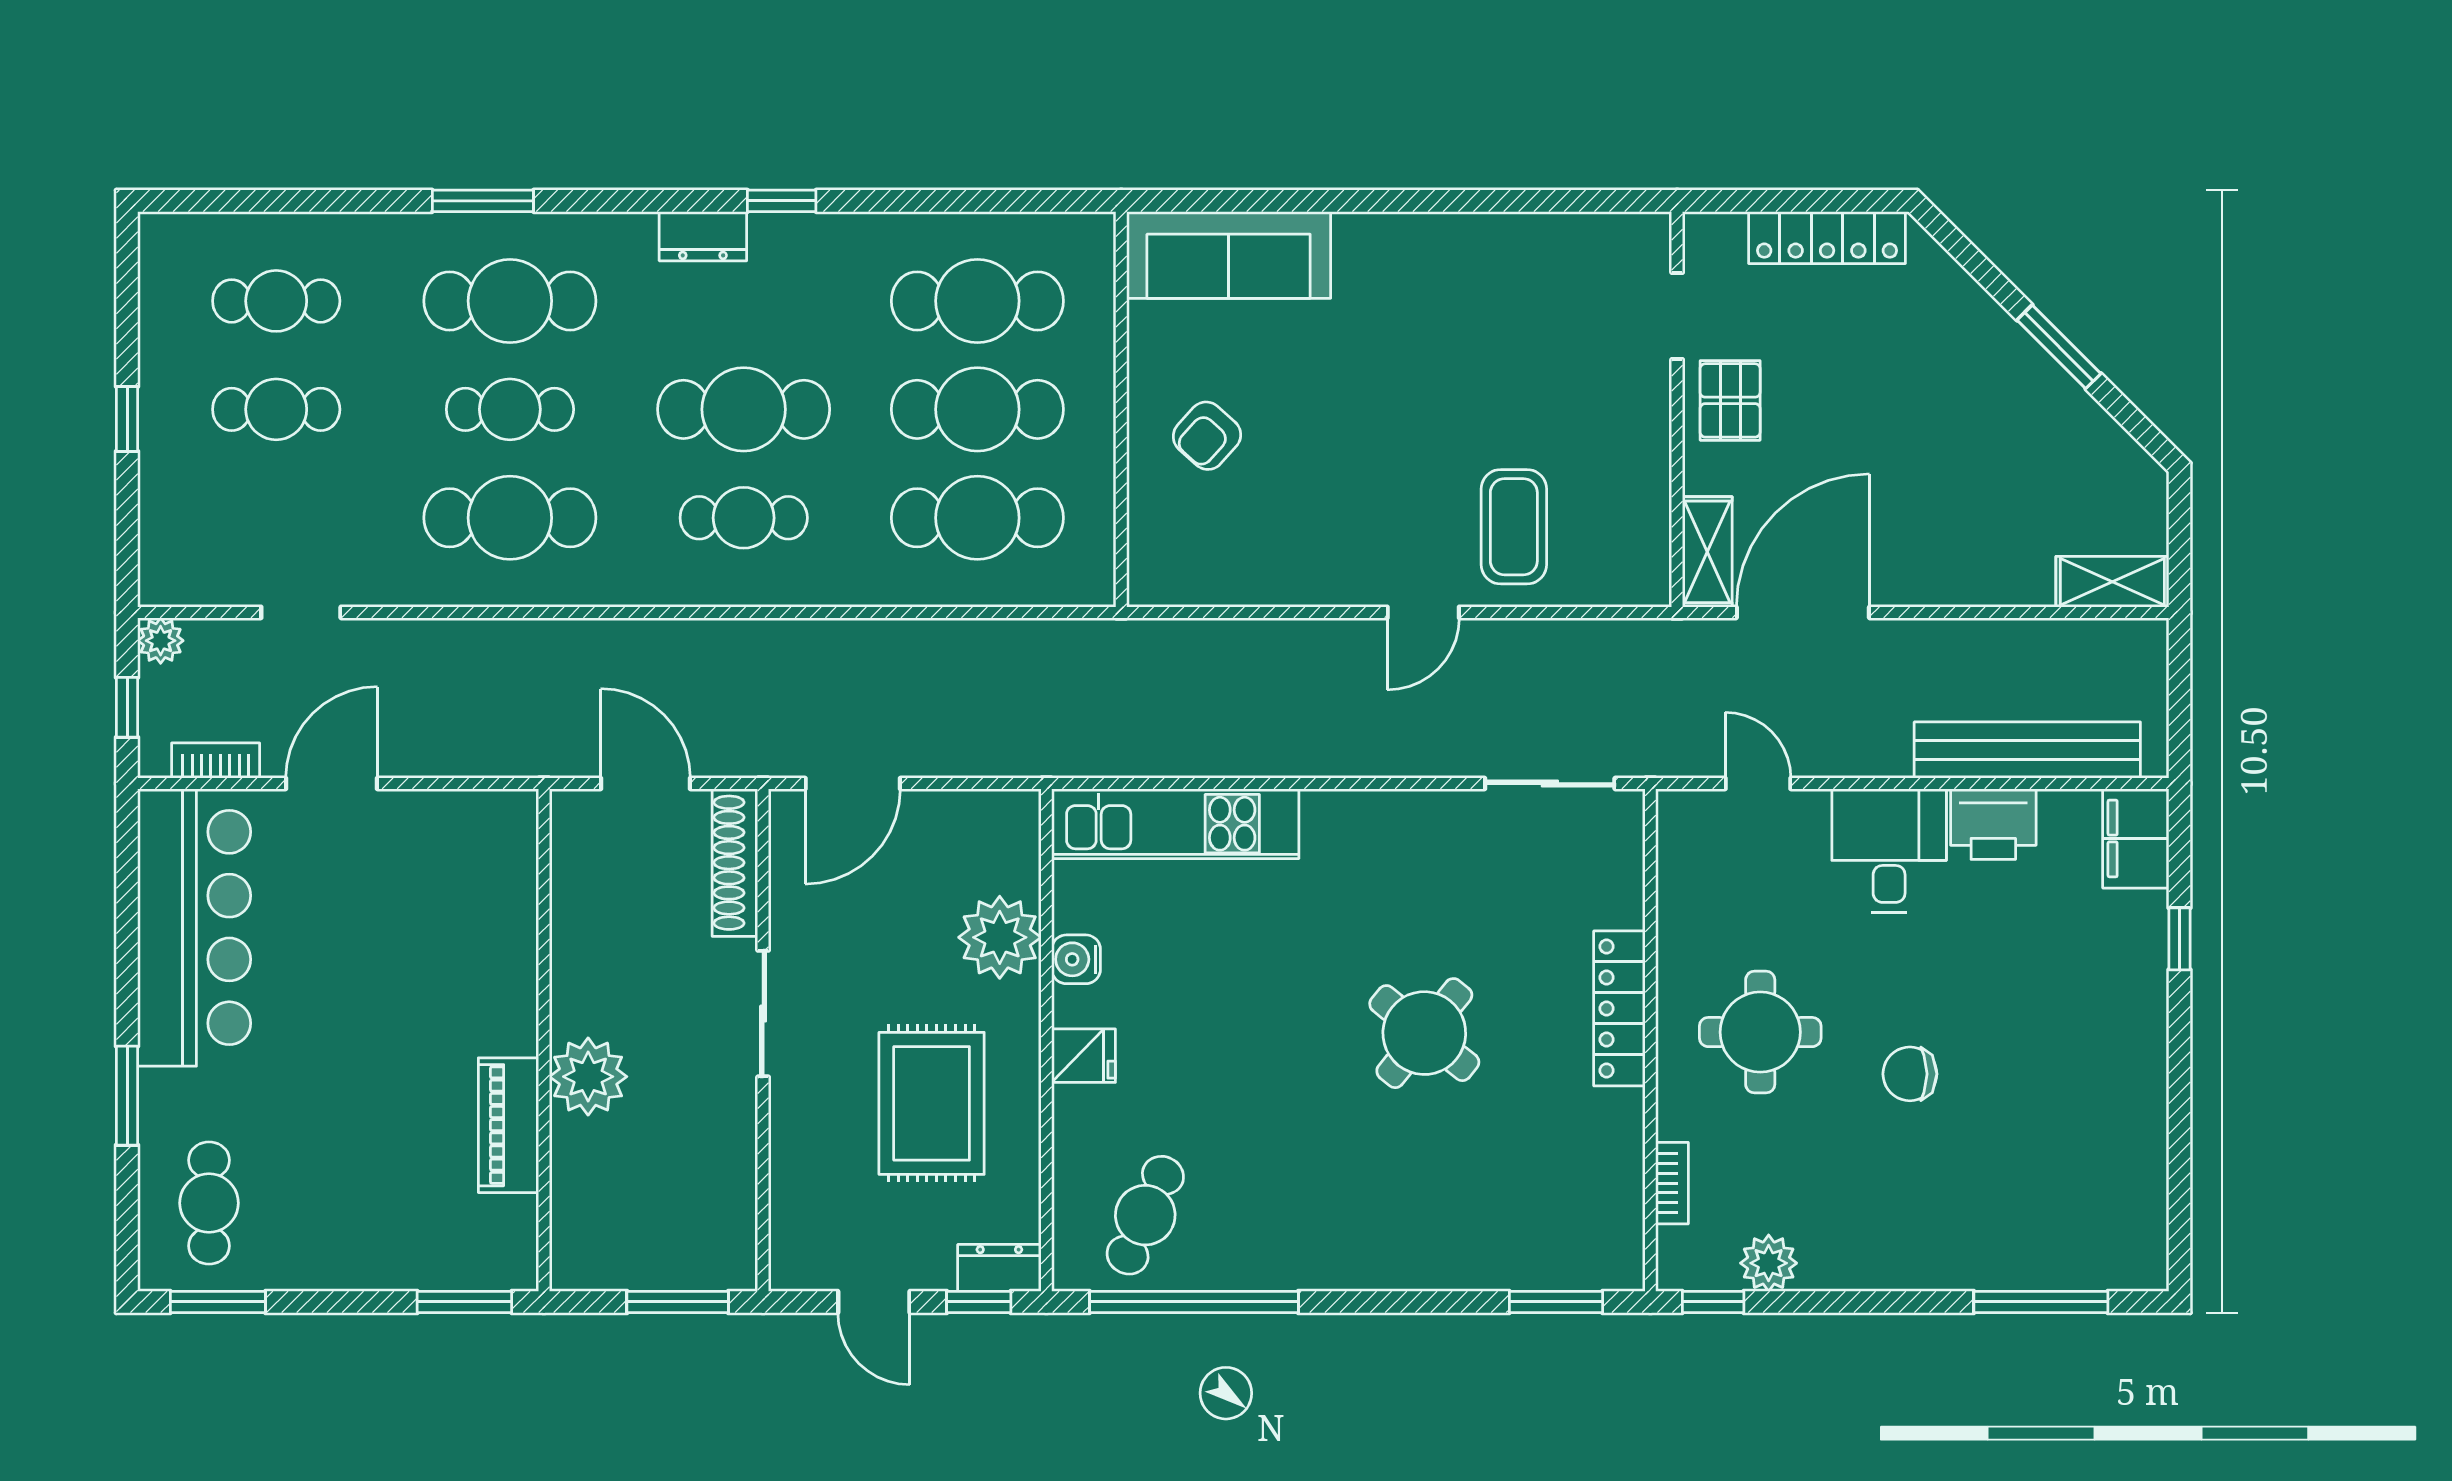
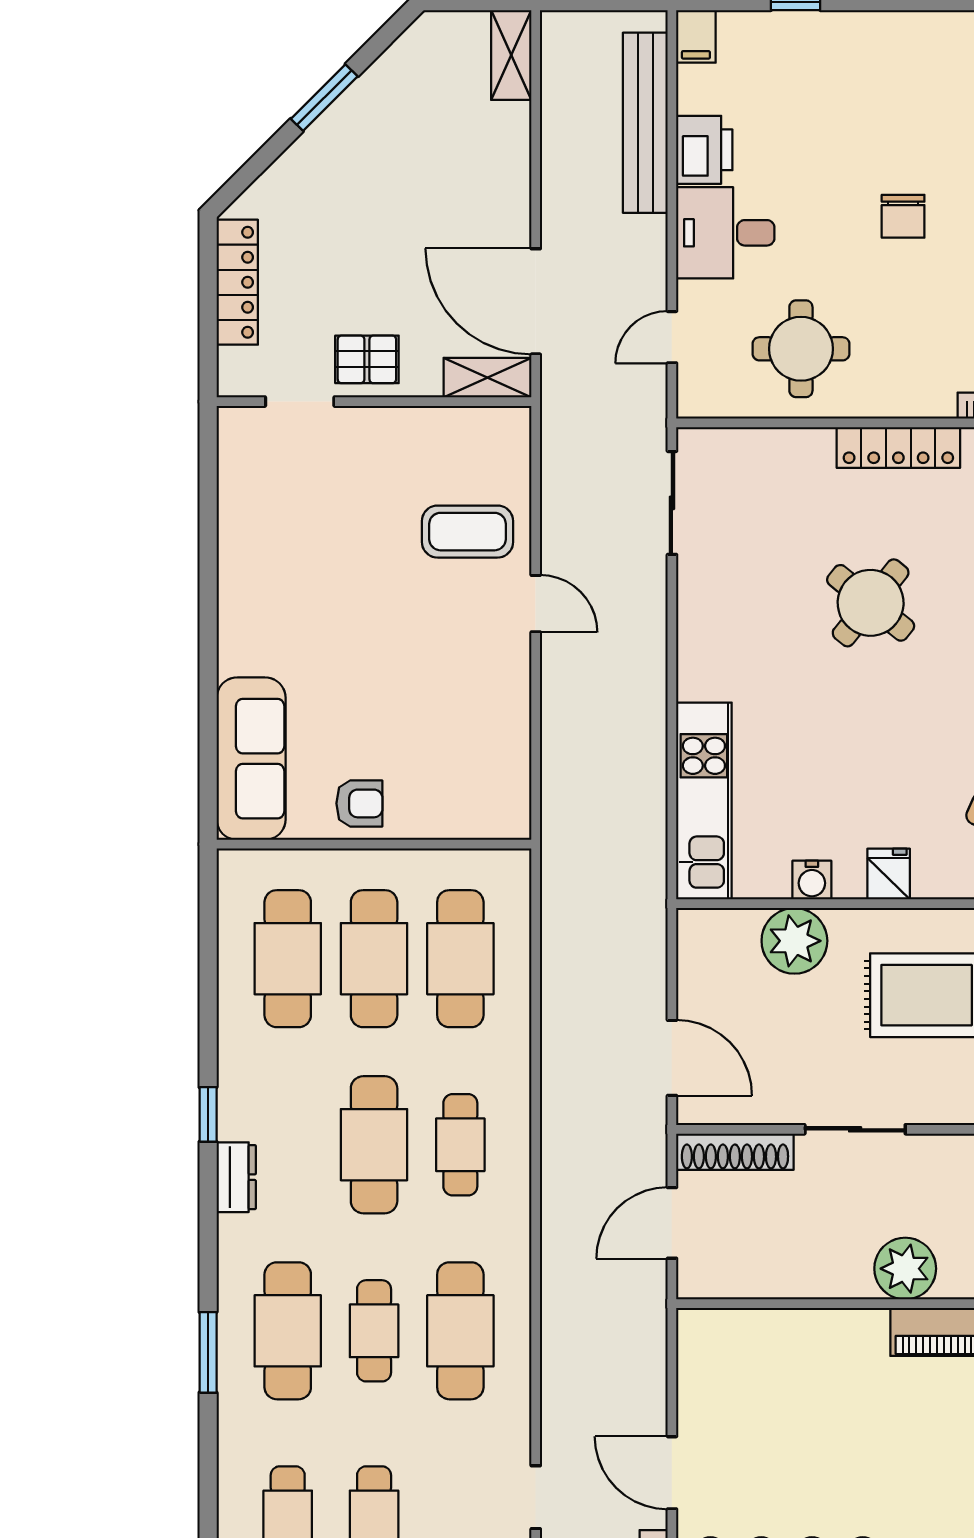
armchair: (1207, 436) -> (359, 803), moved, turned -42
filing cabinet: (2136, 838) -> (696, 36), width x0.50
locker: (1619, 1008) -> (898, 448), moved
round table: (1760, 1032) -> (801, 349), moved

